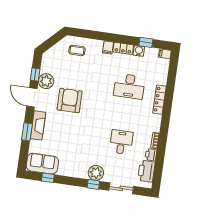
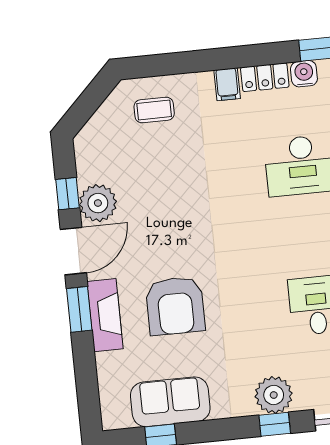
door: (32, 97) -> (73, 251), swing flipped
armchair: (70, 100) -> (175, 306), moved, turned 180
window: (27, 132) -> (79, 309), moved
sofa: (42, 164) -> (170, 402), moved

